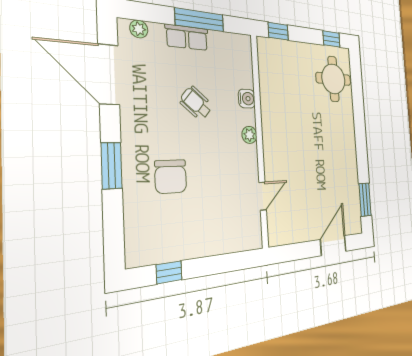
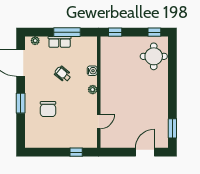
window: (169, 272) -> (76, 152), moved

